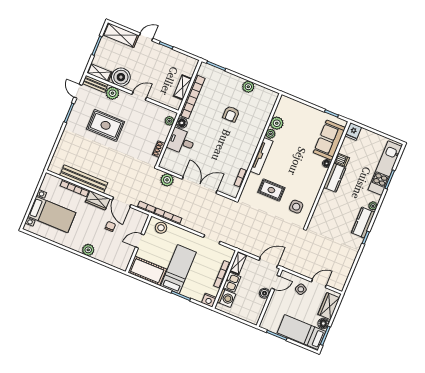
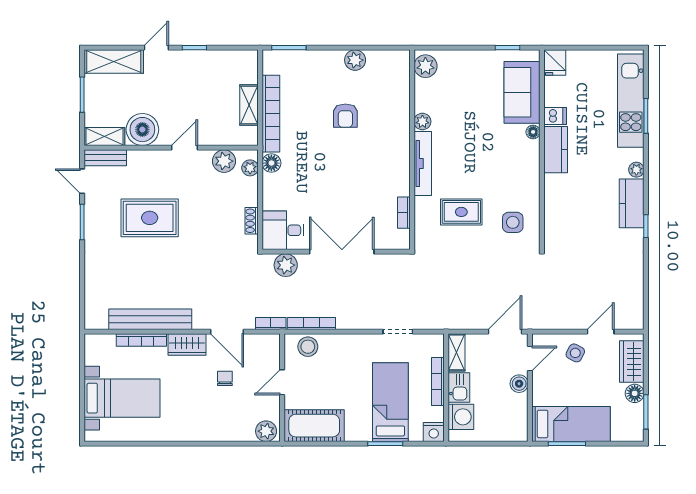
plant: (112, 93) -> (224, 161), moved
plant: (277, 123) -> (425, 66), moved
desk: (181, 141) -> (283, 230), moved
plant: (88, 250) -> (266, 431), moved
bed: (178, 269) -> (390, 402), moved
bed: (301, 332) -> (571, 424), moved, turned 180

